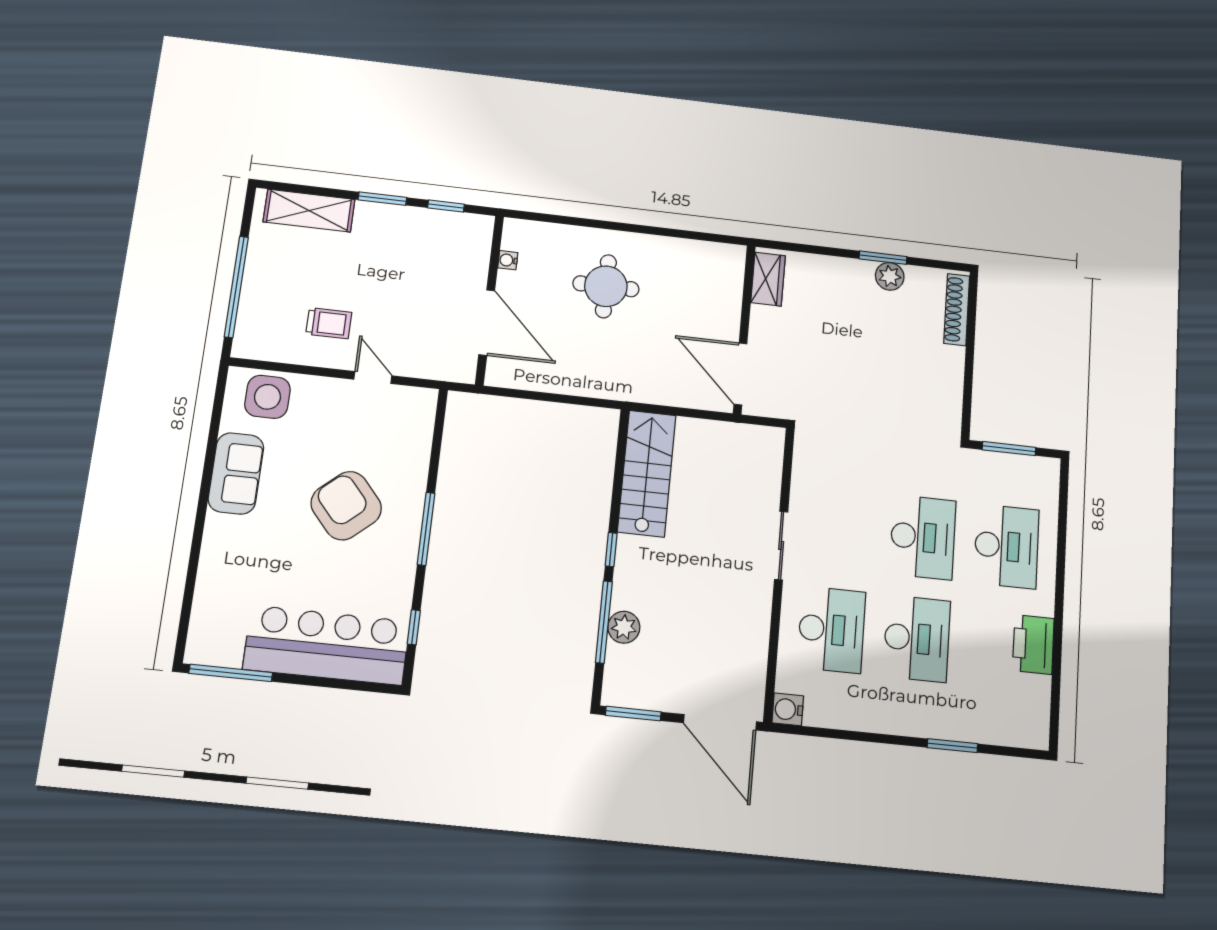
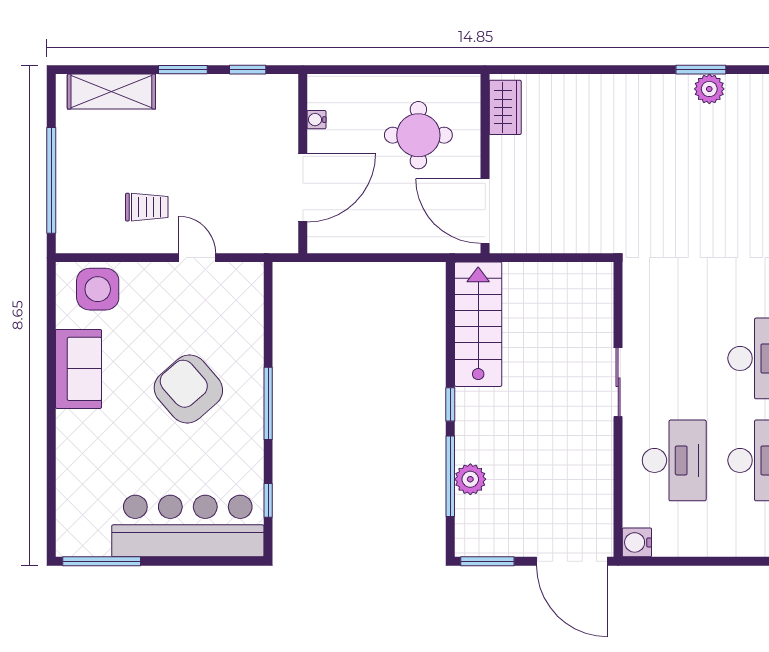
wardrobe: (768, 279) -> (505, 107), moved
door: (487, 323) -> (303, 188), hinge flipped
wall: (744, 329) -> (485, 164), moved
door: (740, 374) -> (485, 211), moved

